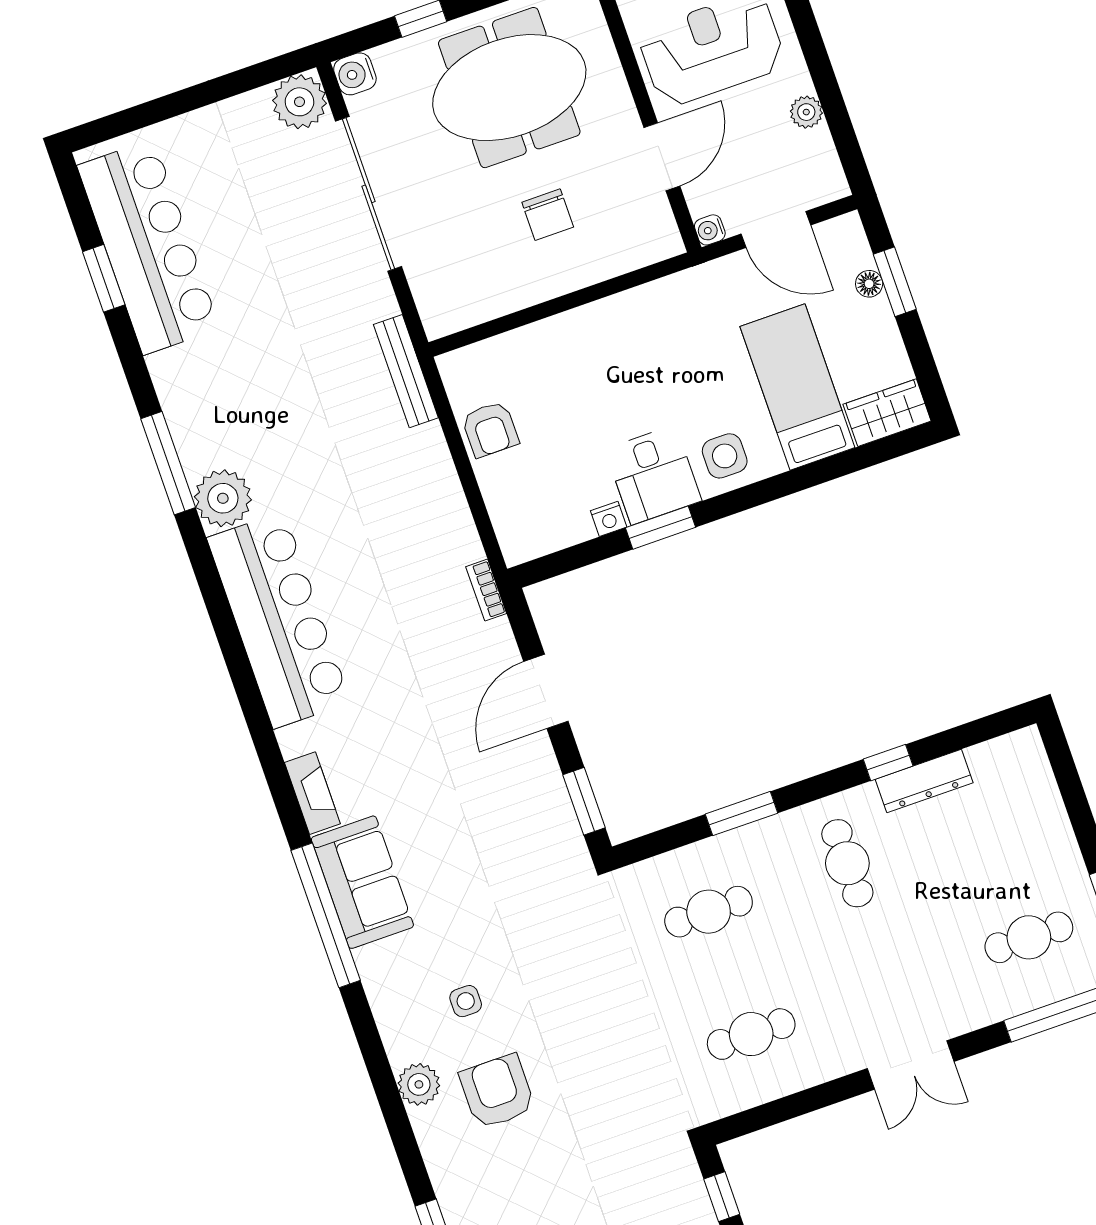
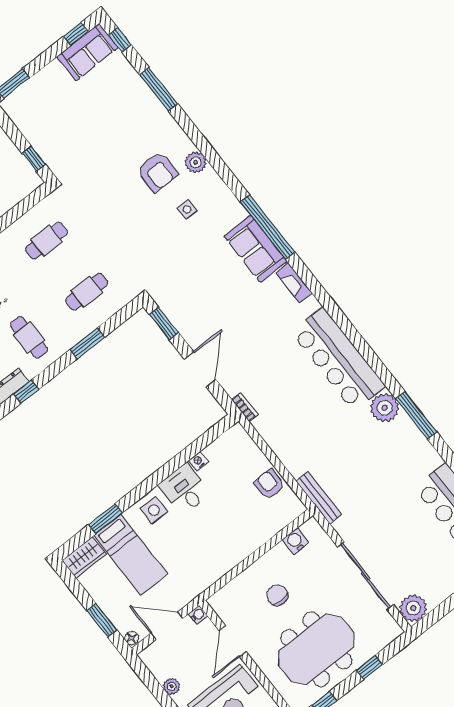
water cooler: (355, 74) -> (295, 541), moved, turned -90
floor lamp: (869, 284) -> (132, 638), moved
window: (660, 528) -> (105, 519), moved

